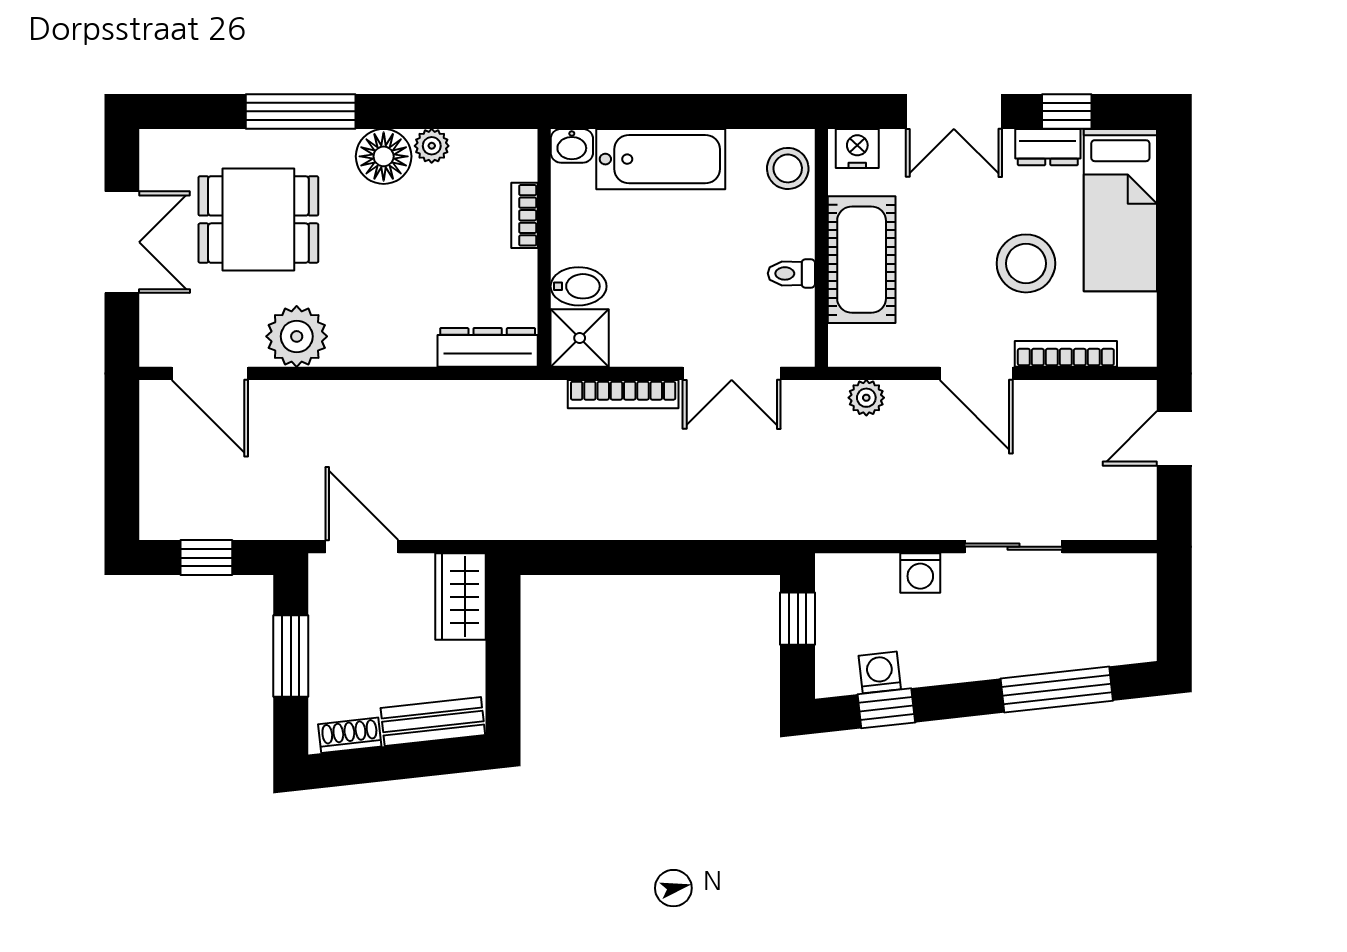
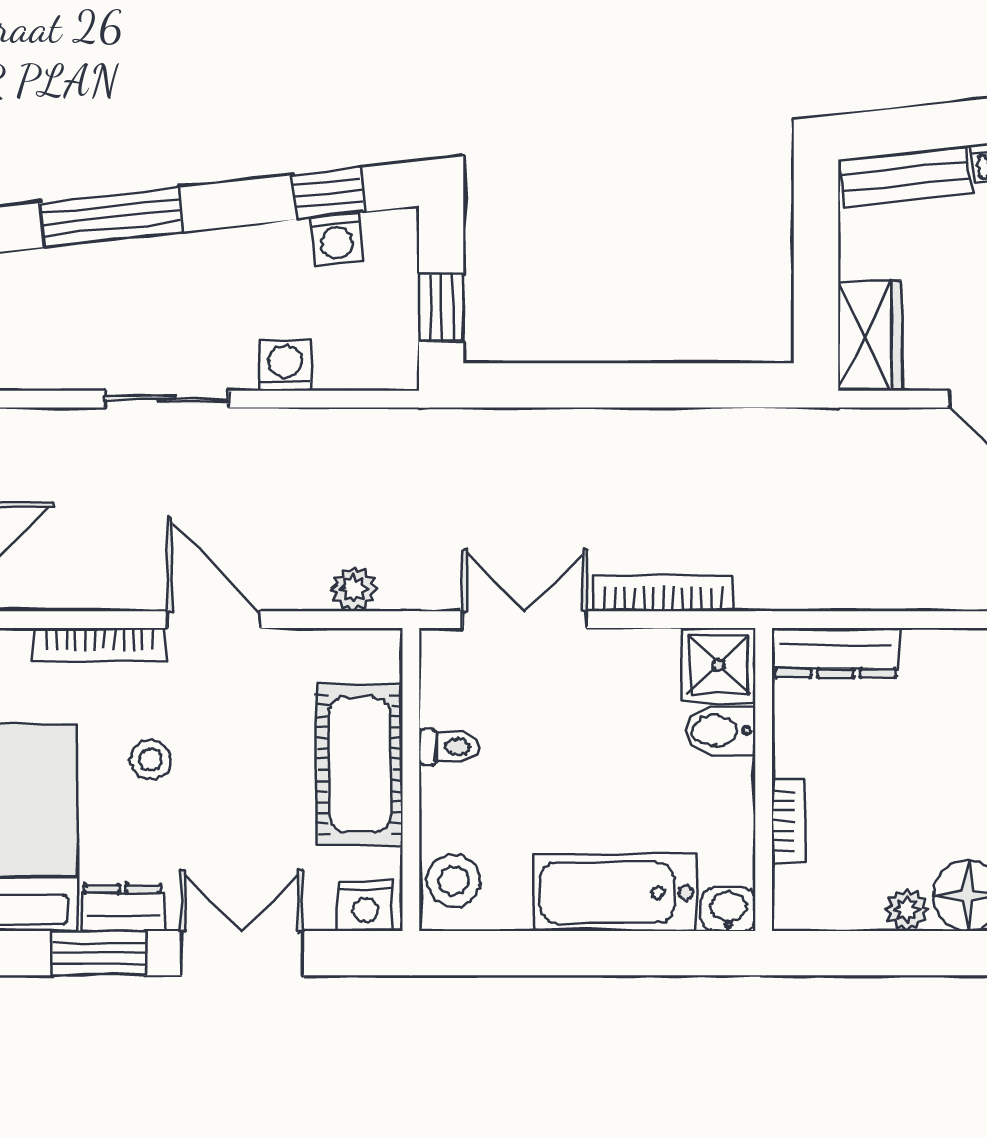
window: (1067, 111) -> (99, 953), width x1.50
stool: (1026, 263) -> (150, 760), width x0.53, depth x0.53

